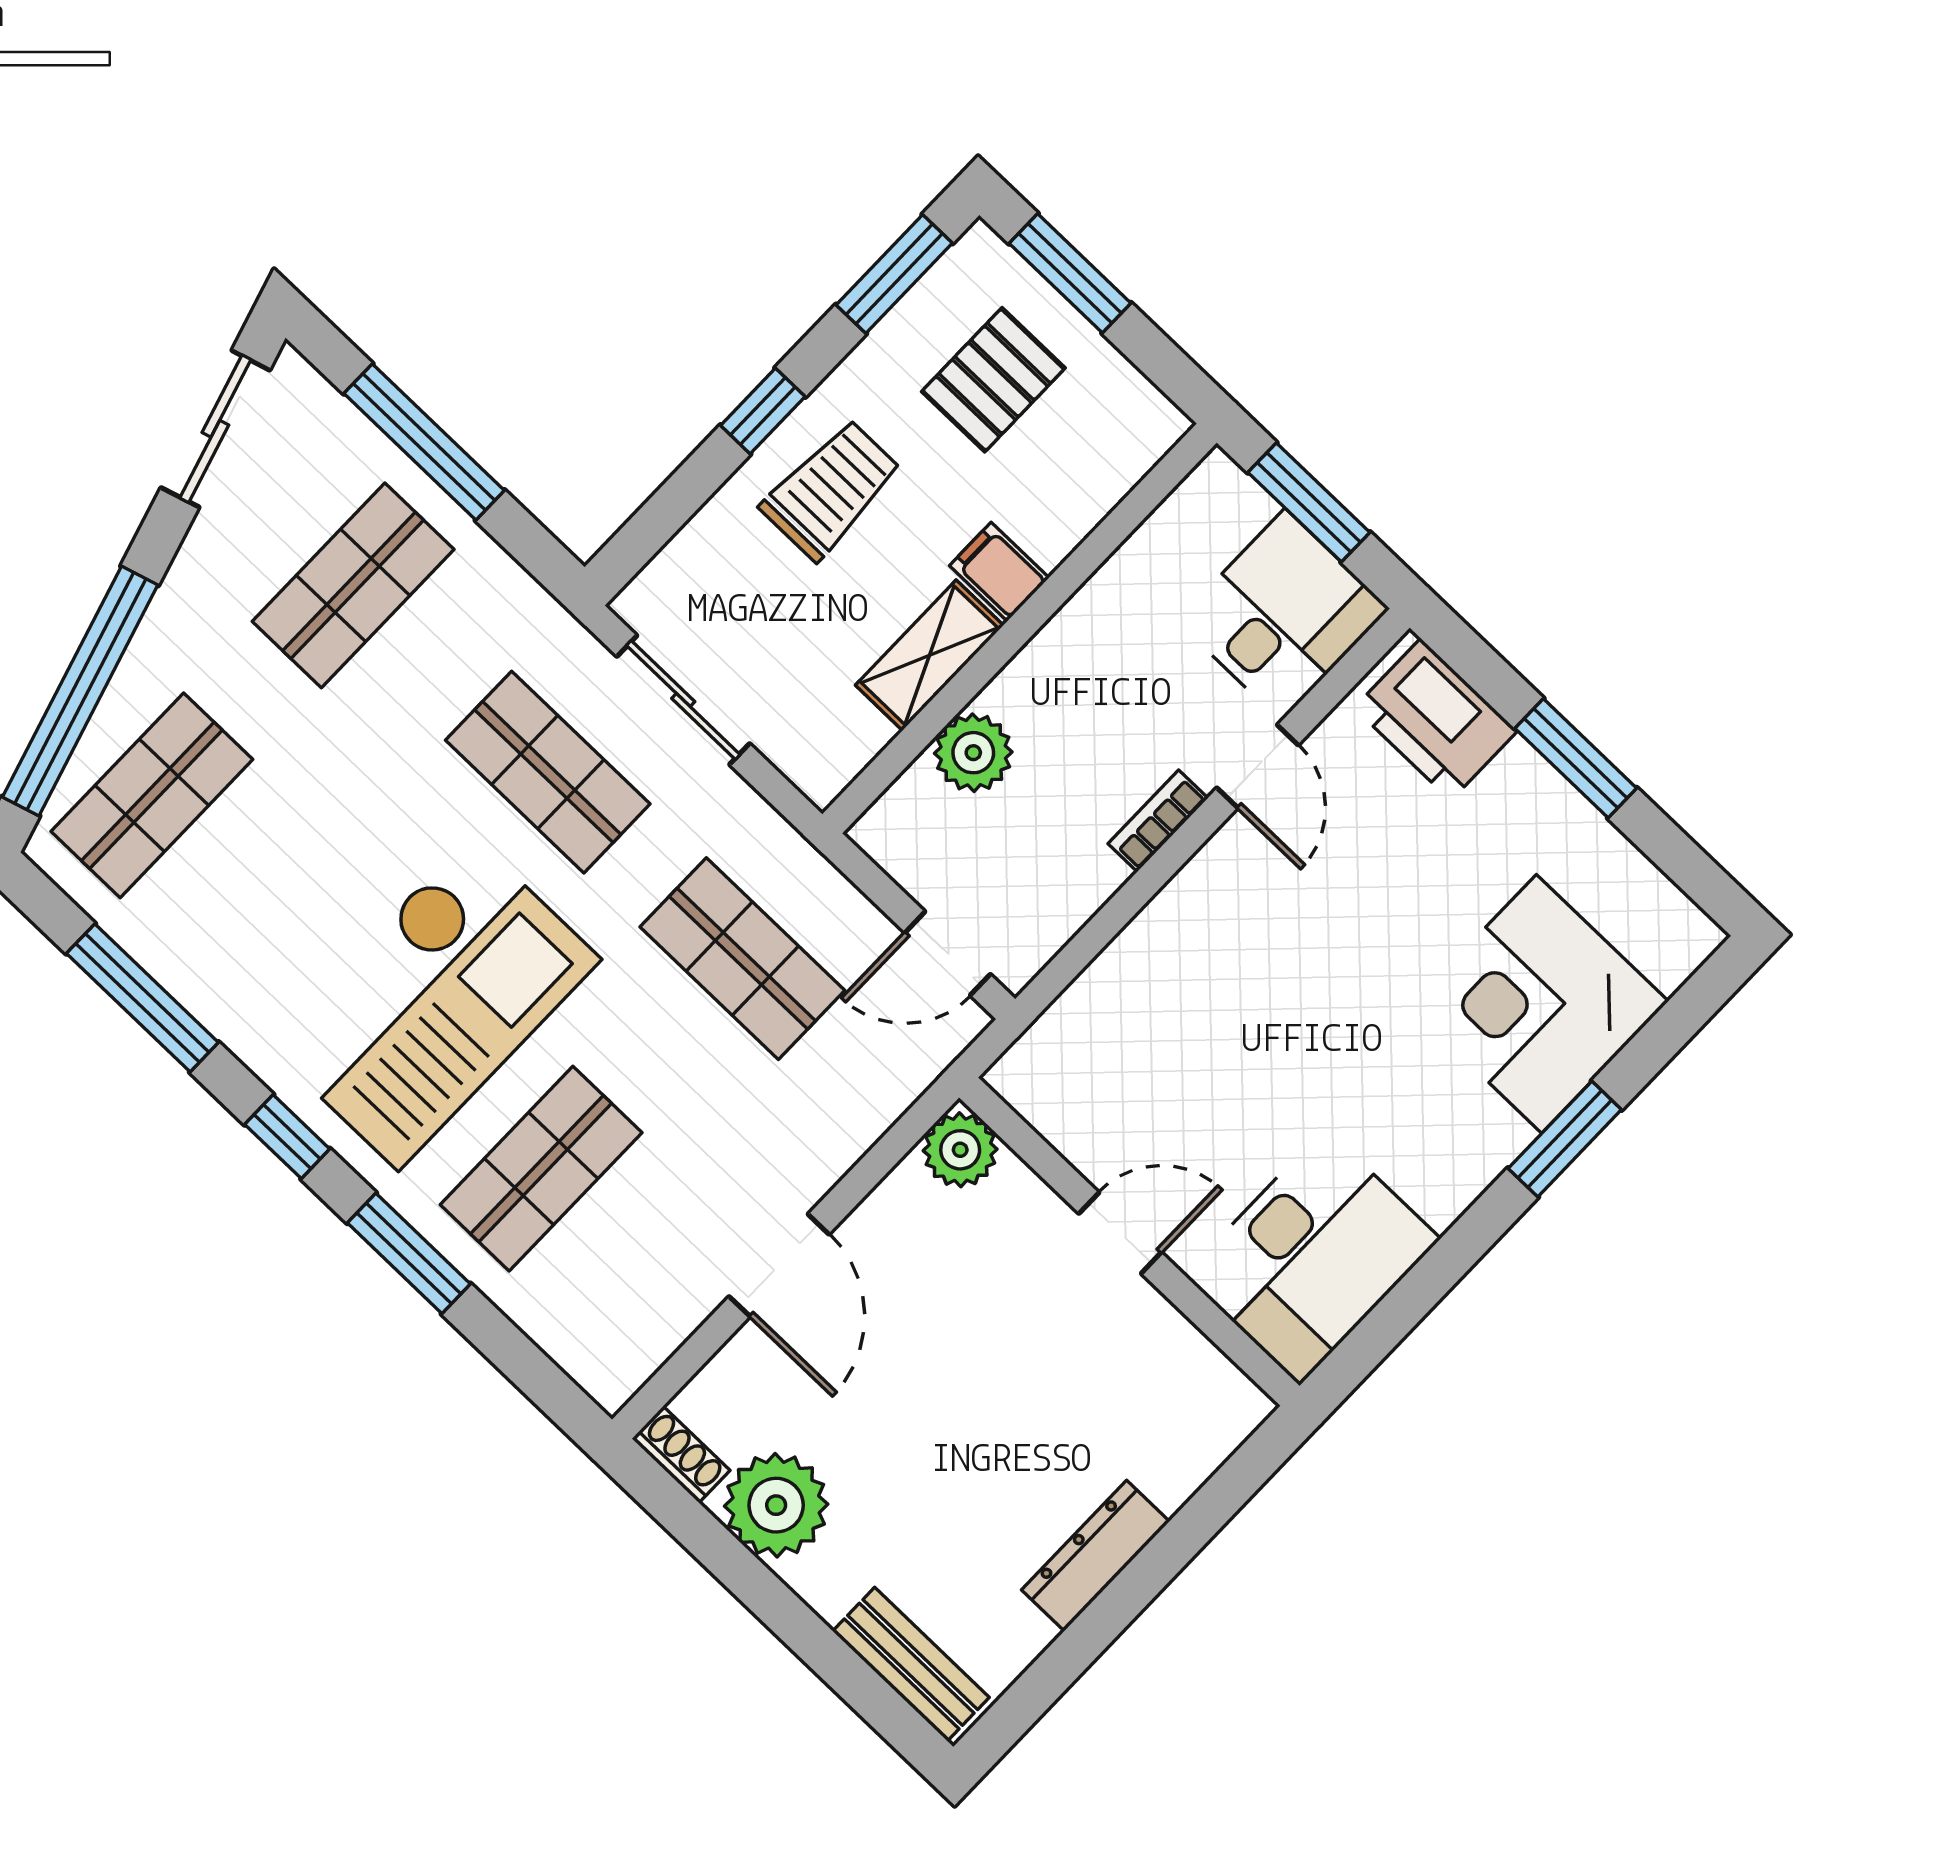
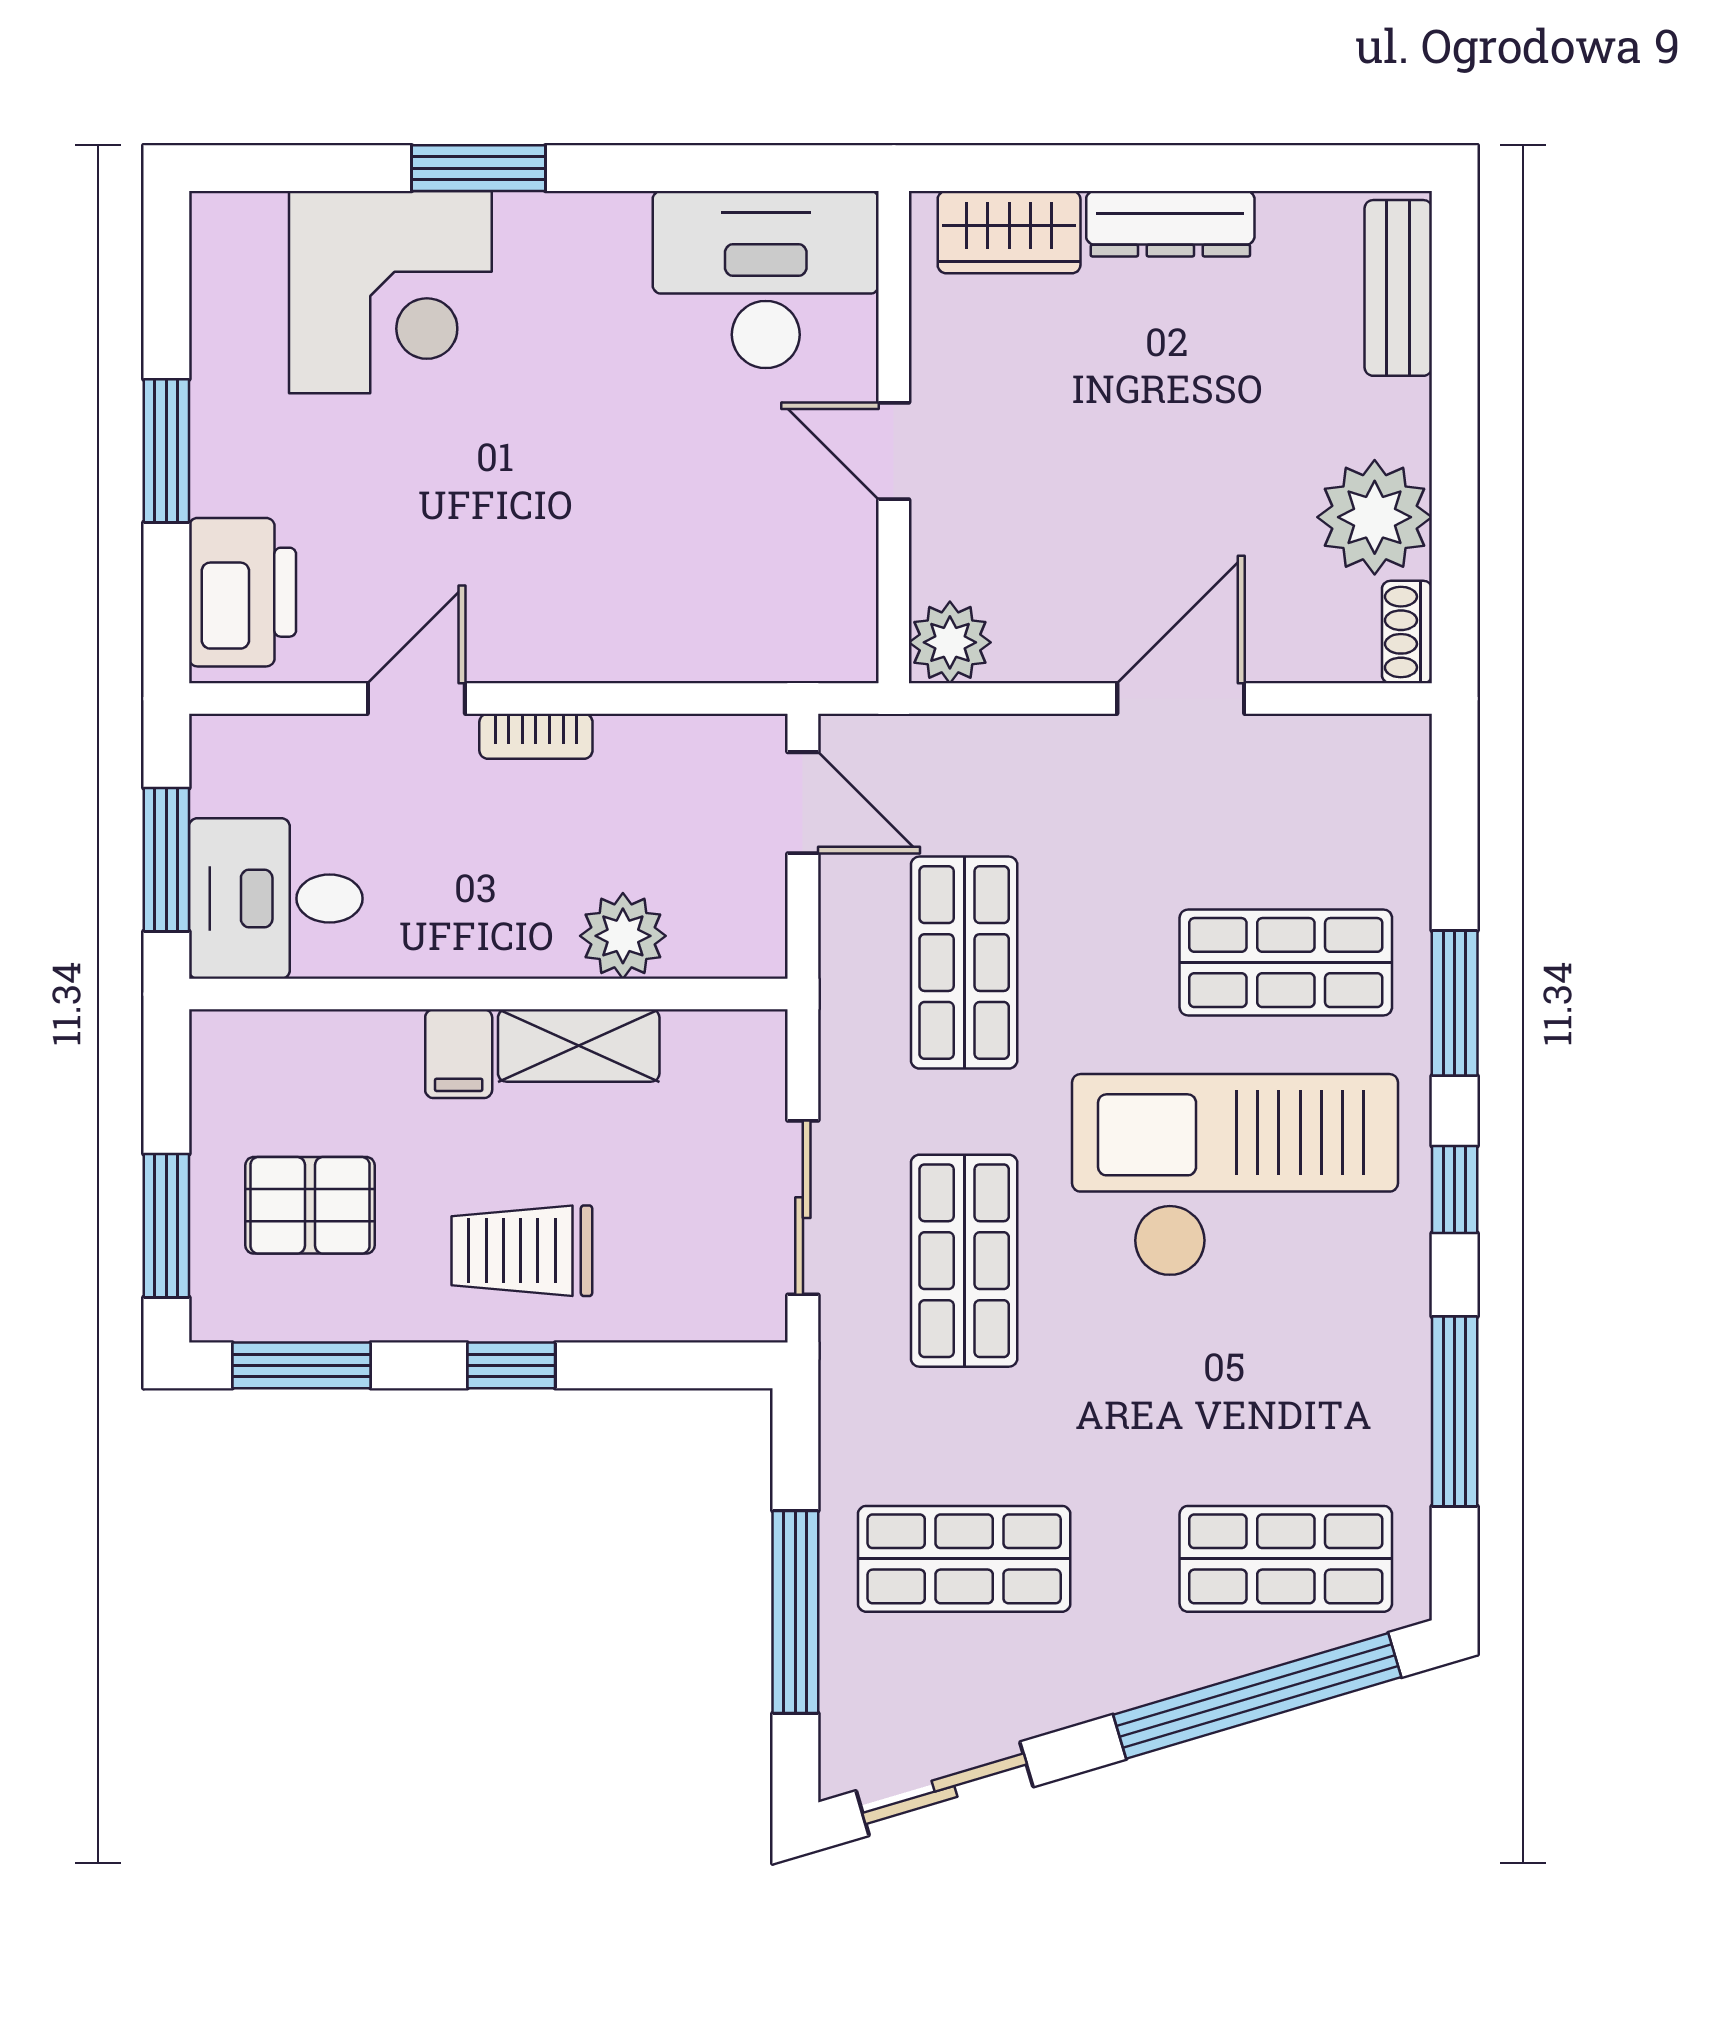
desk: (1283, 615) -> (276, 899), moved
wardrobe: (1191, 1445) -> (1009, 232), added

